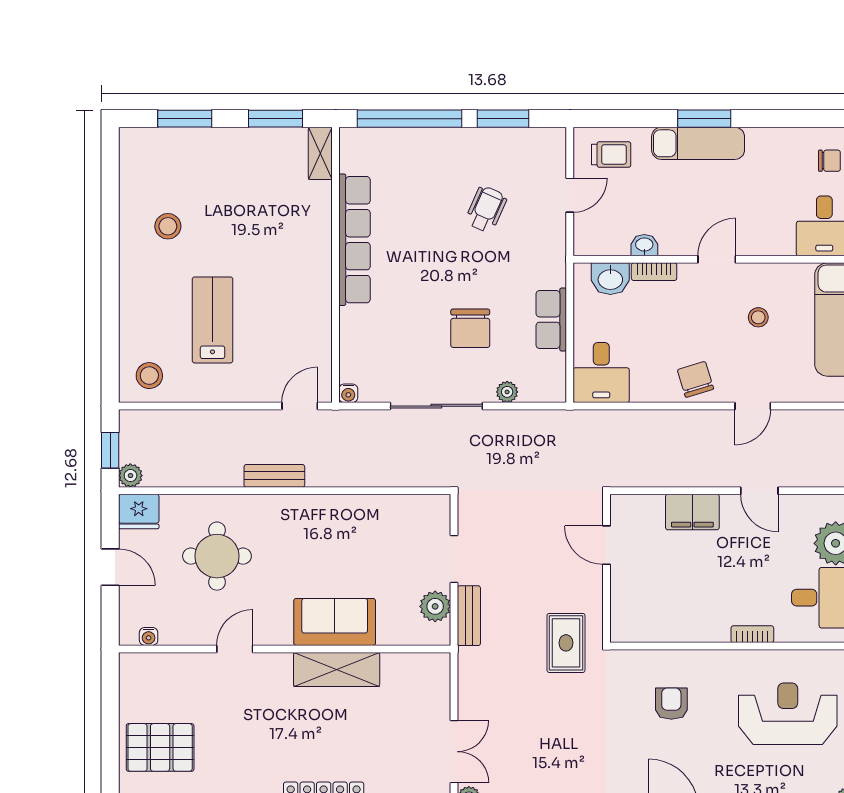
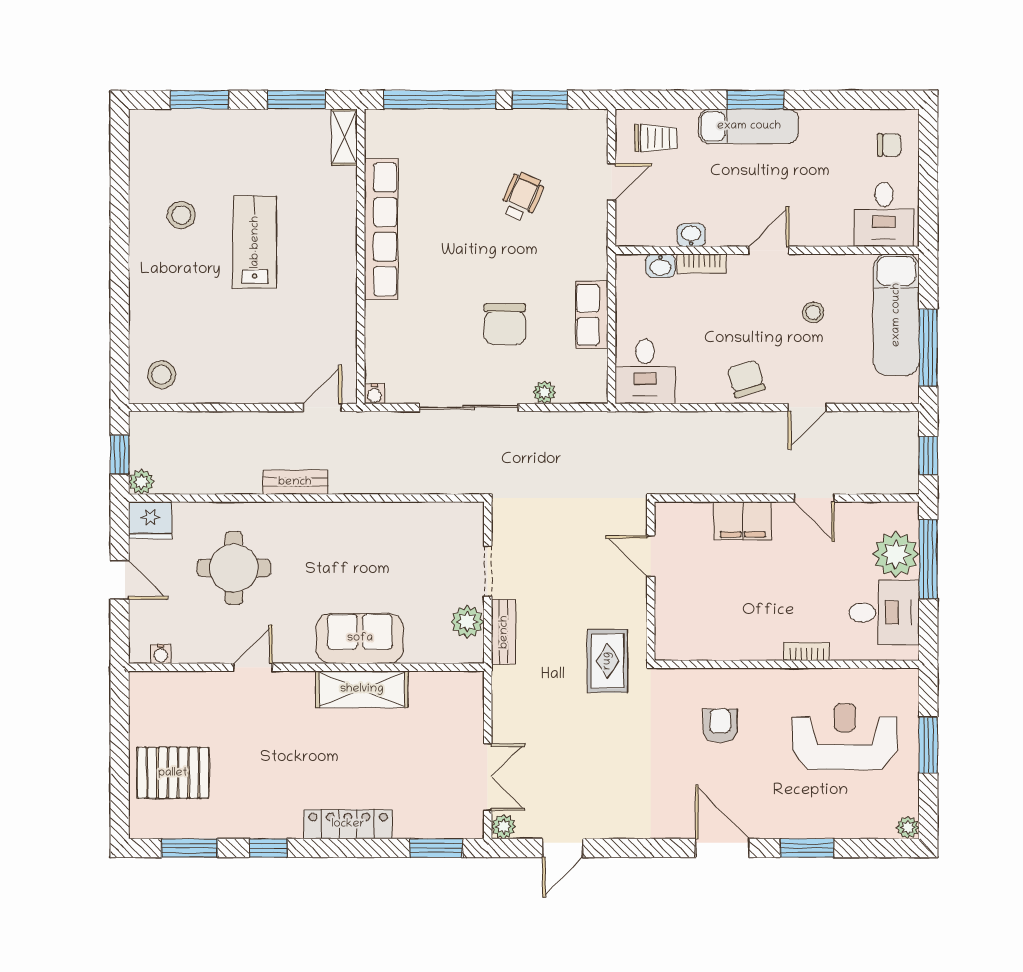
washbasin: (610, 279) -> (660, 266), width x0.72, depth x0.69
lab bench: (212, 320) -> (255, 242), moved

